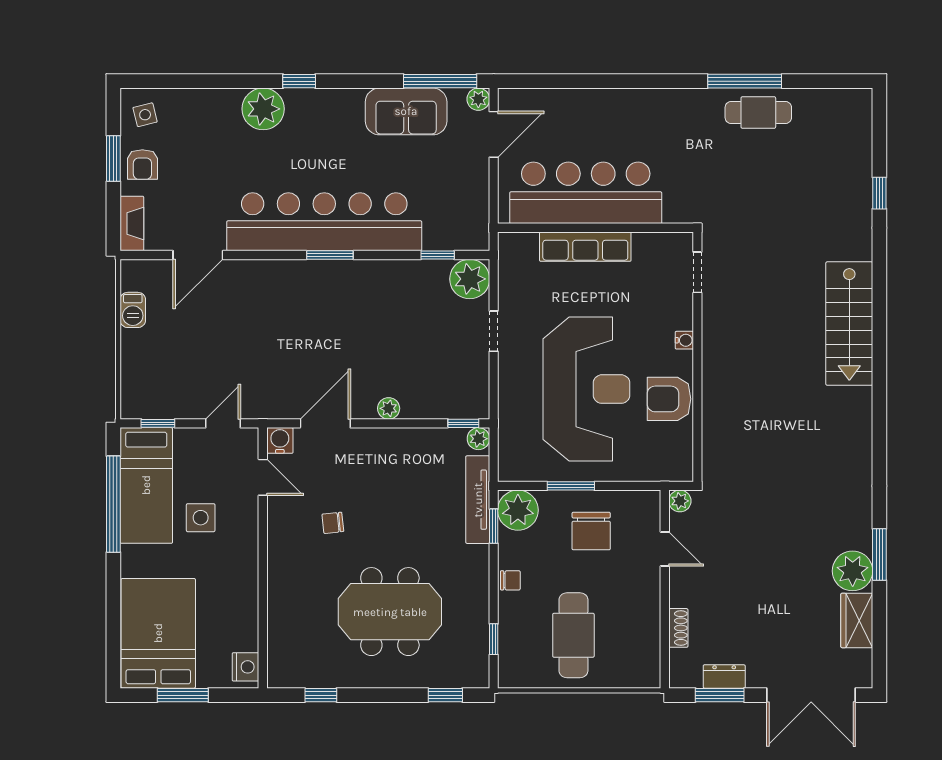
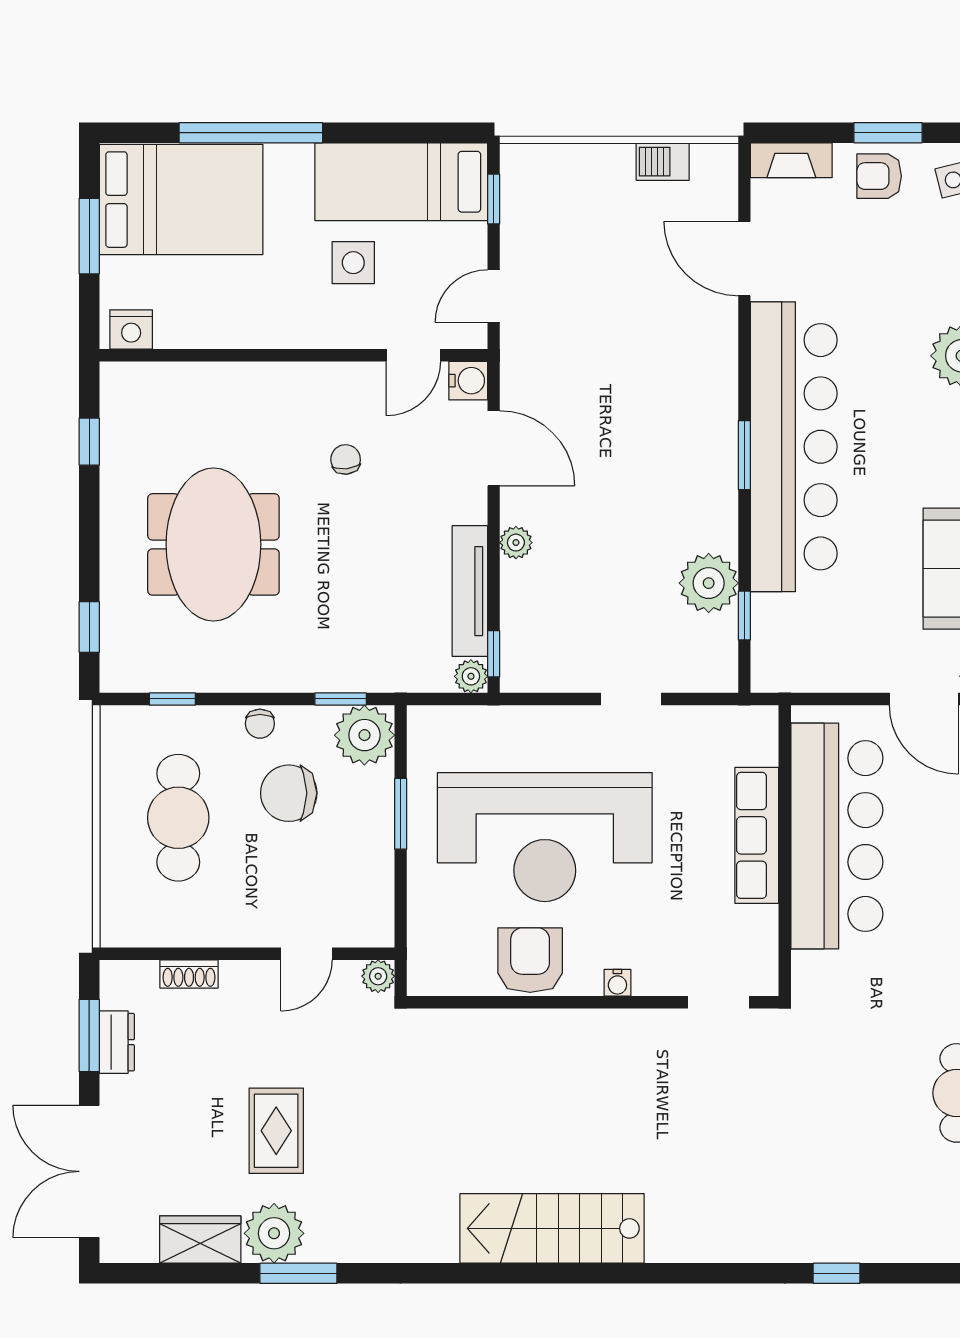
plant: (470, 279) -> (709, 583), moved
stairs: (849, 324) -> (552, 1228), moved
door: (223, 423) -> (494, 296), swing flipped
tv unit: (478, 500) -> (470, 591), moved, turned -90
window: (113, 504) -> (251, 133), moved
chair: (591, 531) -> (289, 793), moved
rug: (784, 569) -> (276, 1131), added
cafe table: (573, 635) -> (178, 818), turned 90

